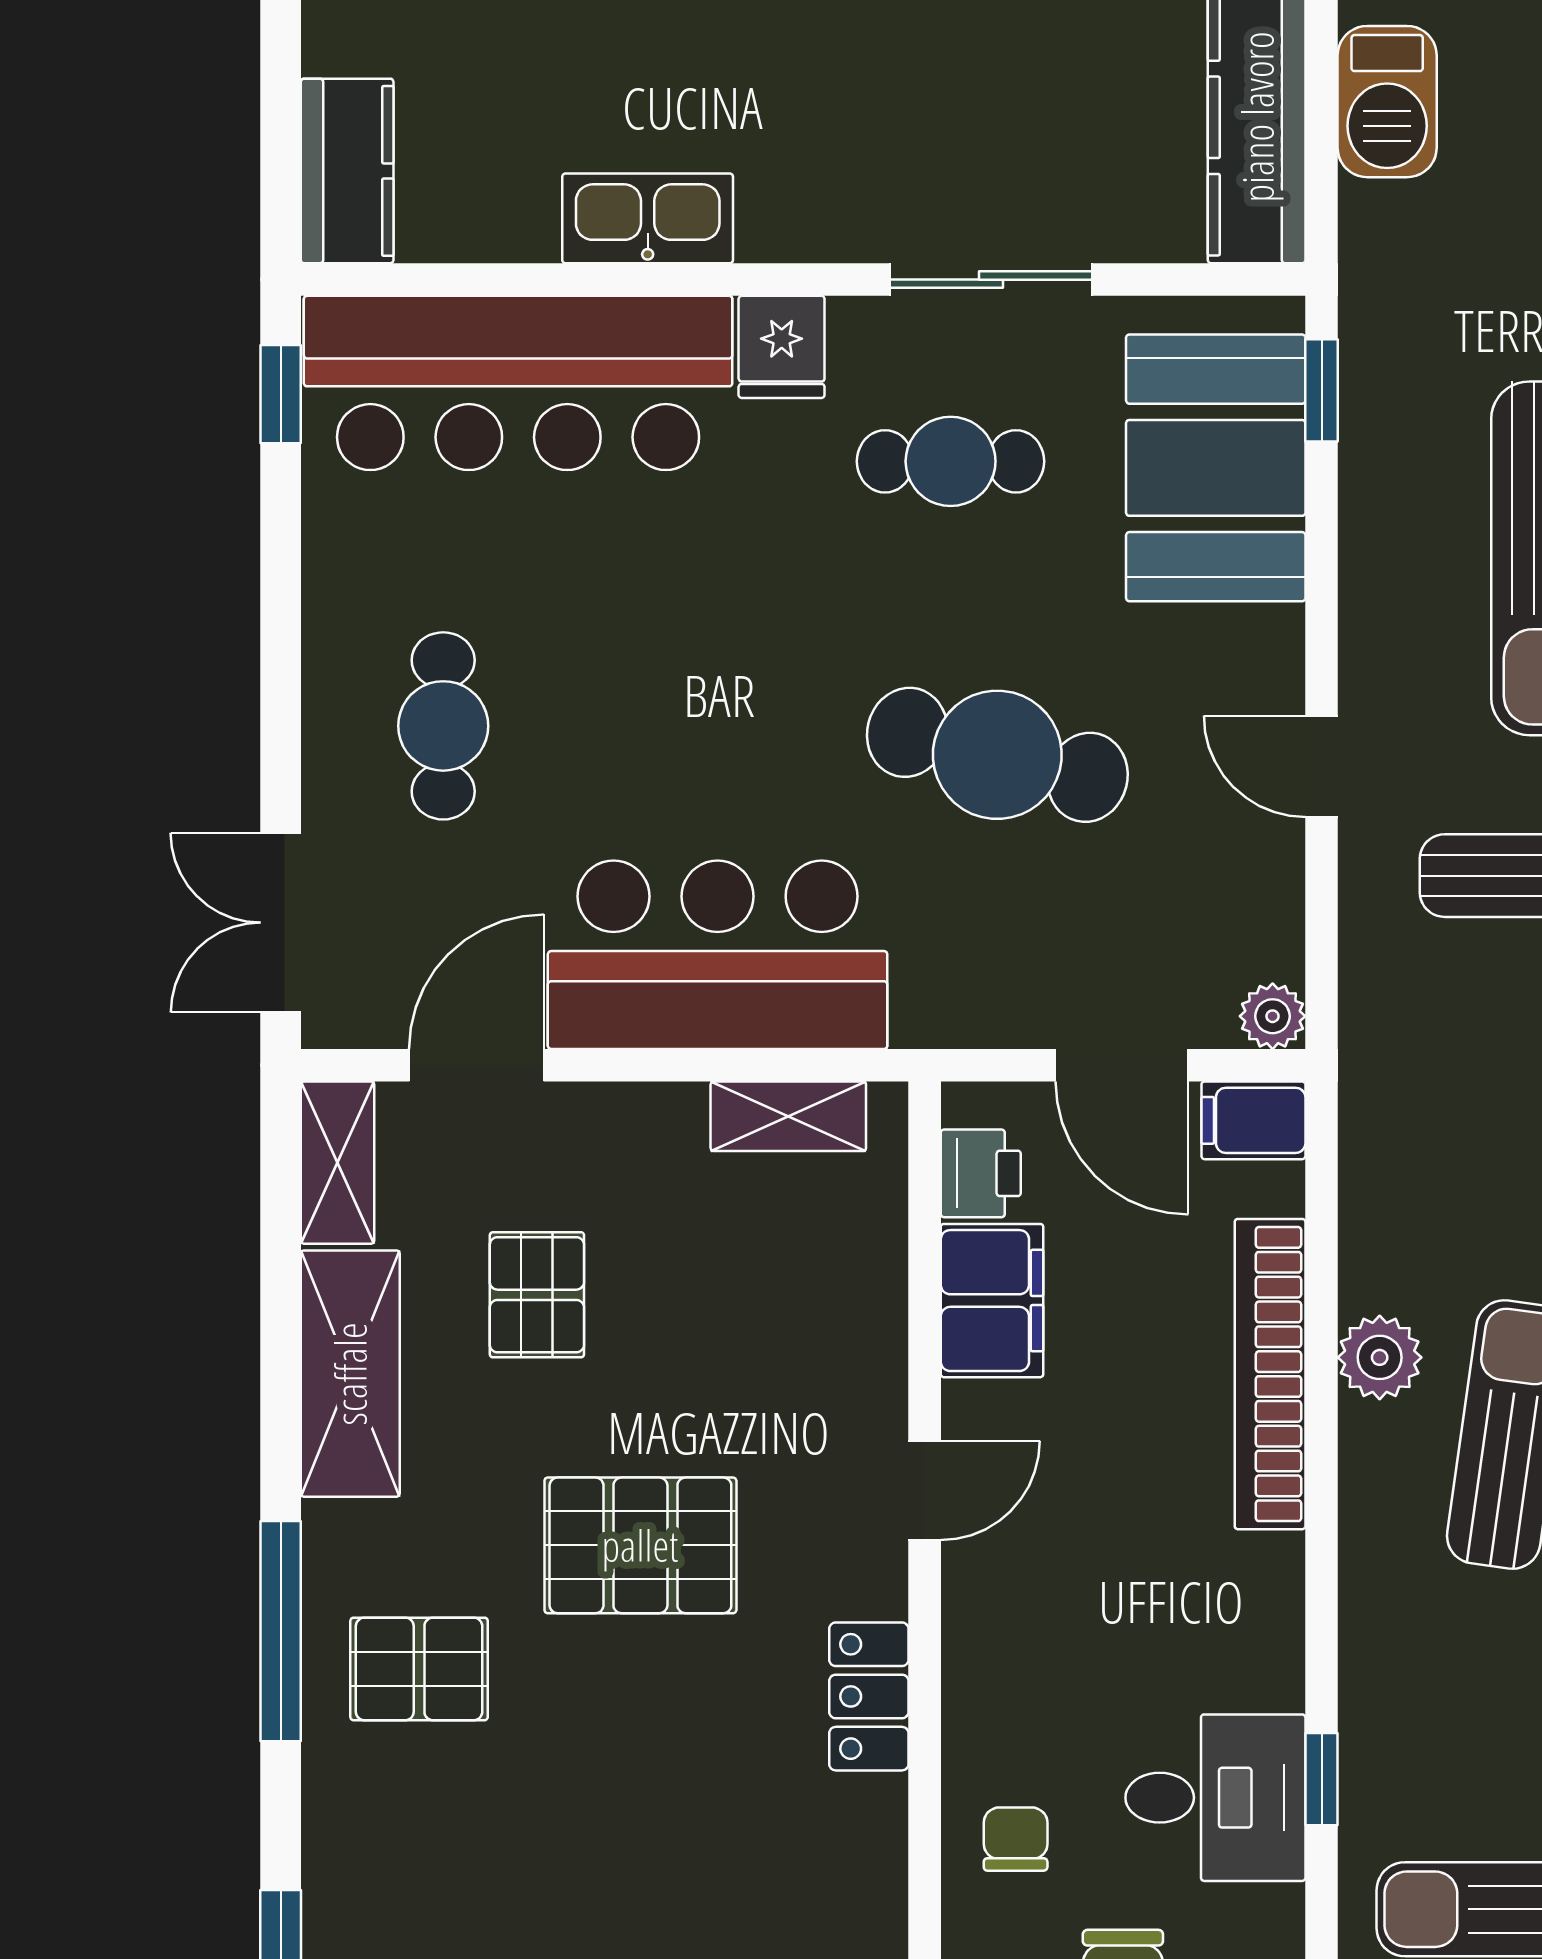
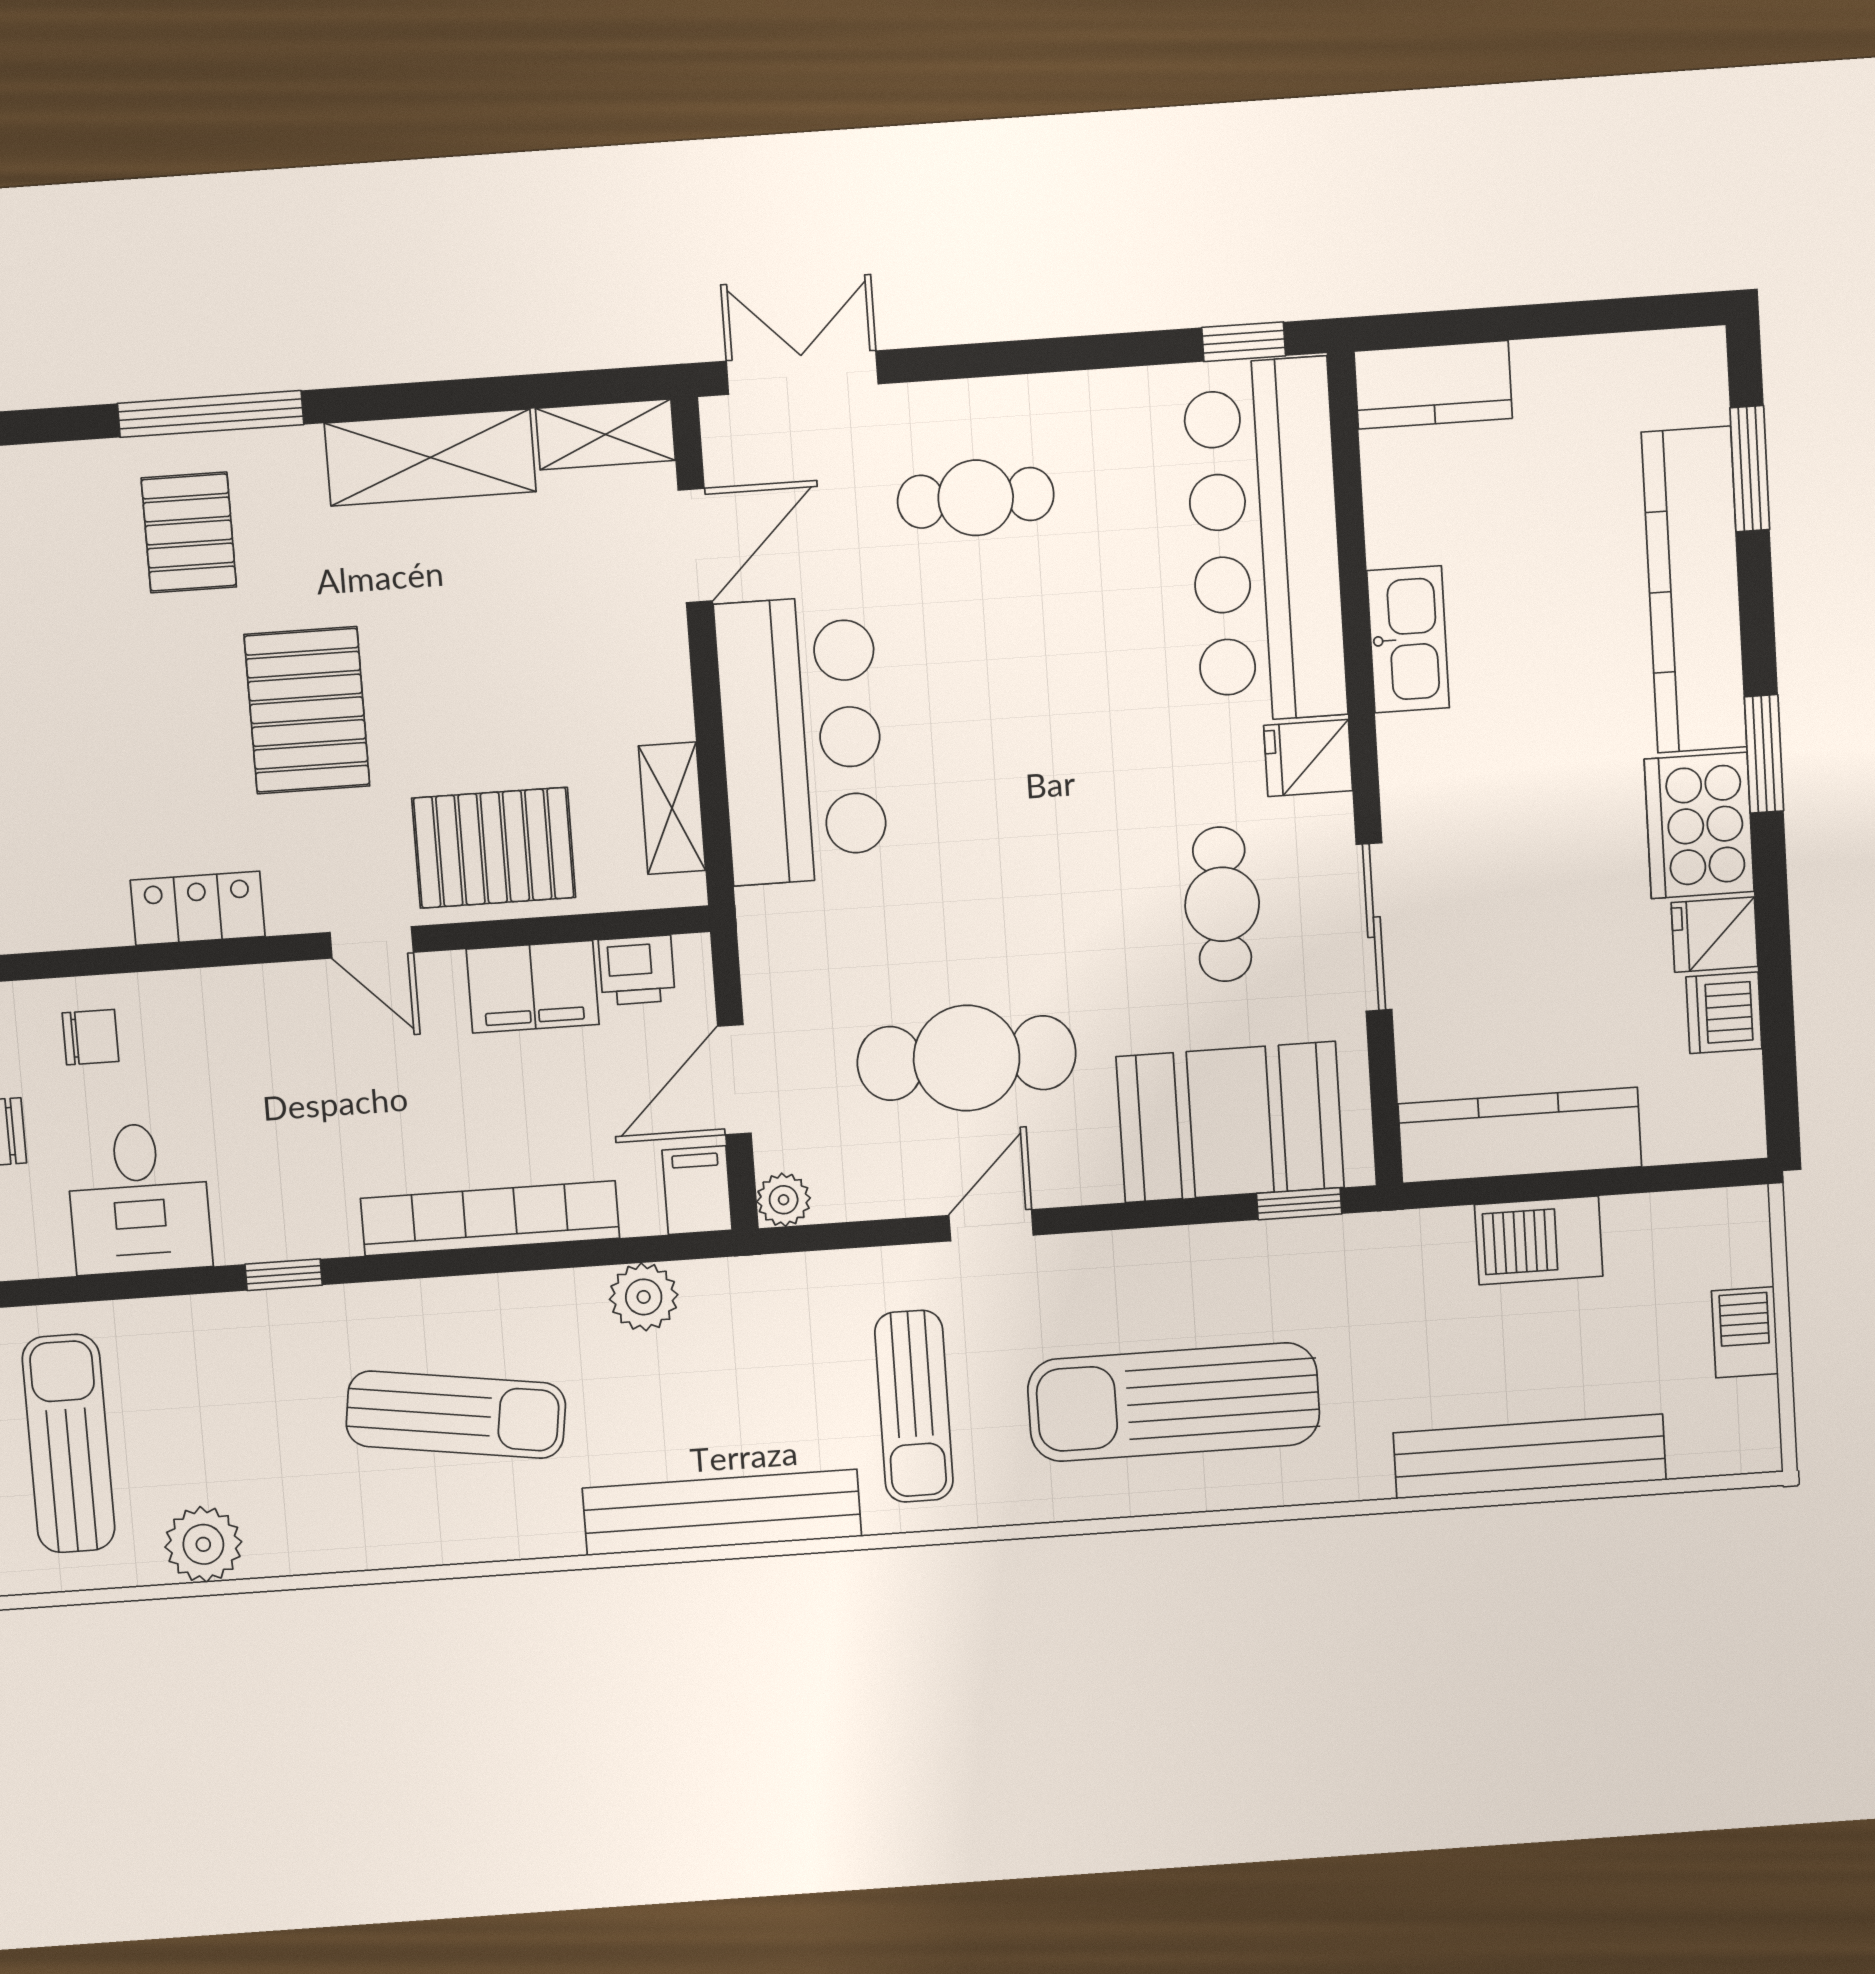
cafe table: (997, 755) -> (967, 1058), moved, turned 76
door: (477, 1065) -> (695, 546), hinge flipped
pallet: (537, 1295) -> (494, 848), moved, width x1.50, depth x1.42
plant: (1380, 1357) -> (644, 1297), moved
window: (1322, 1779) -> (284, 1275), moved

